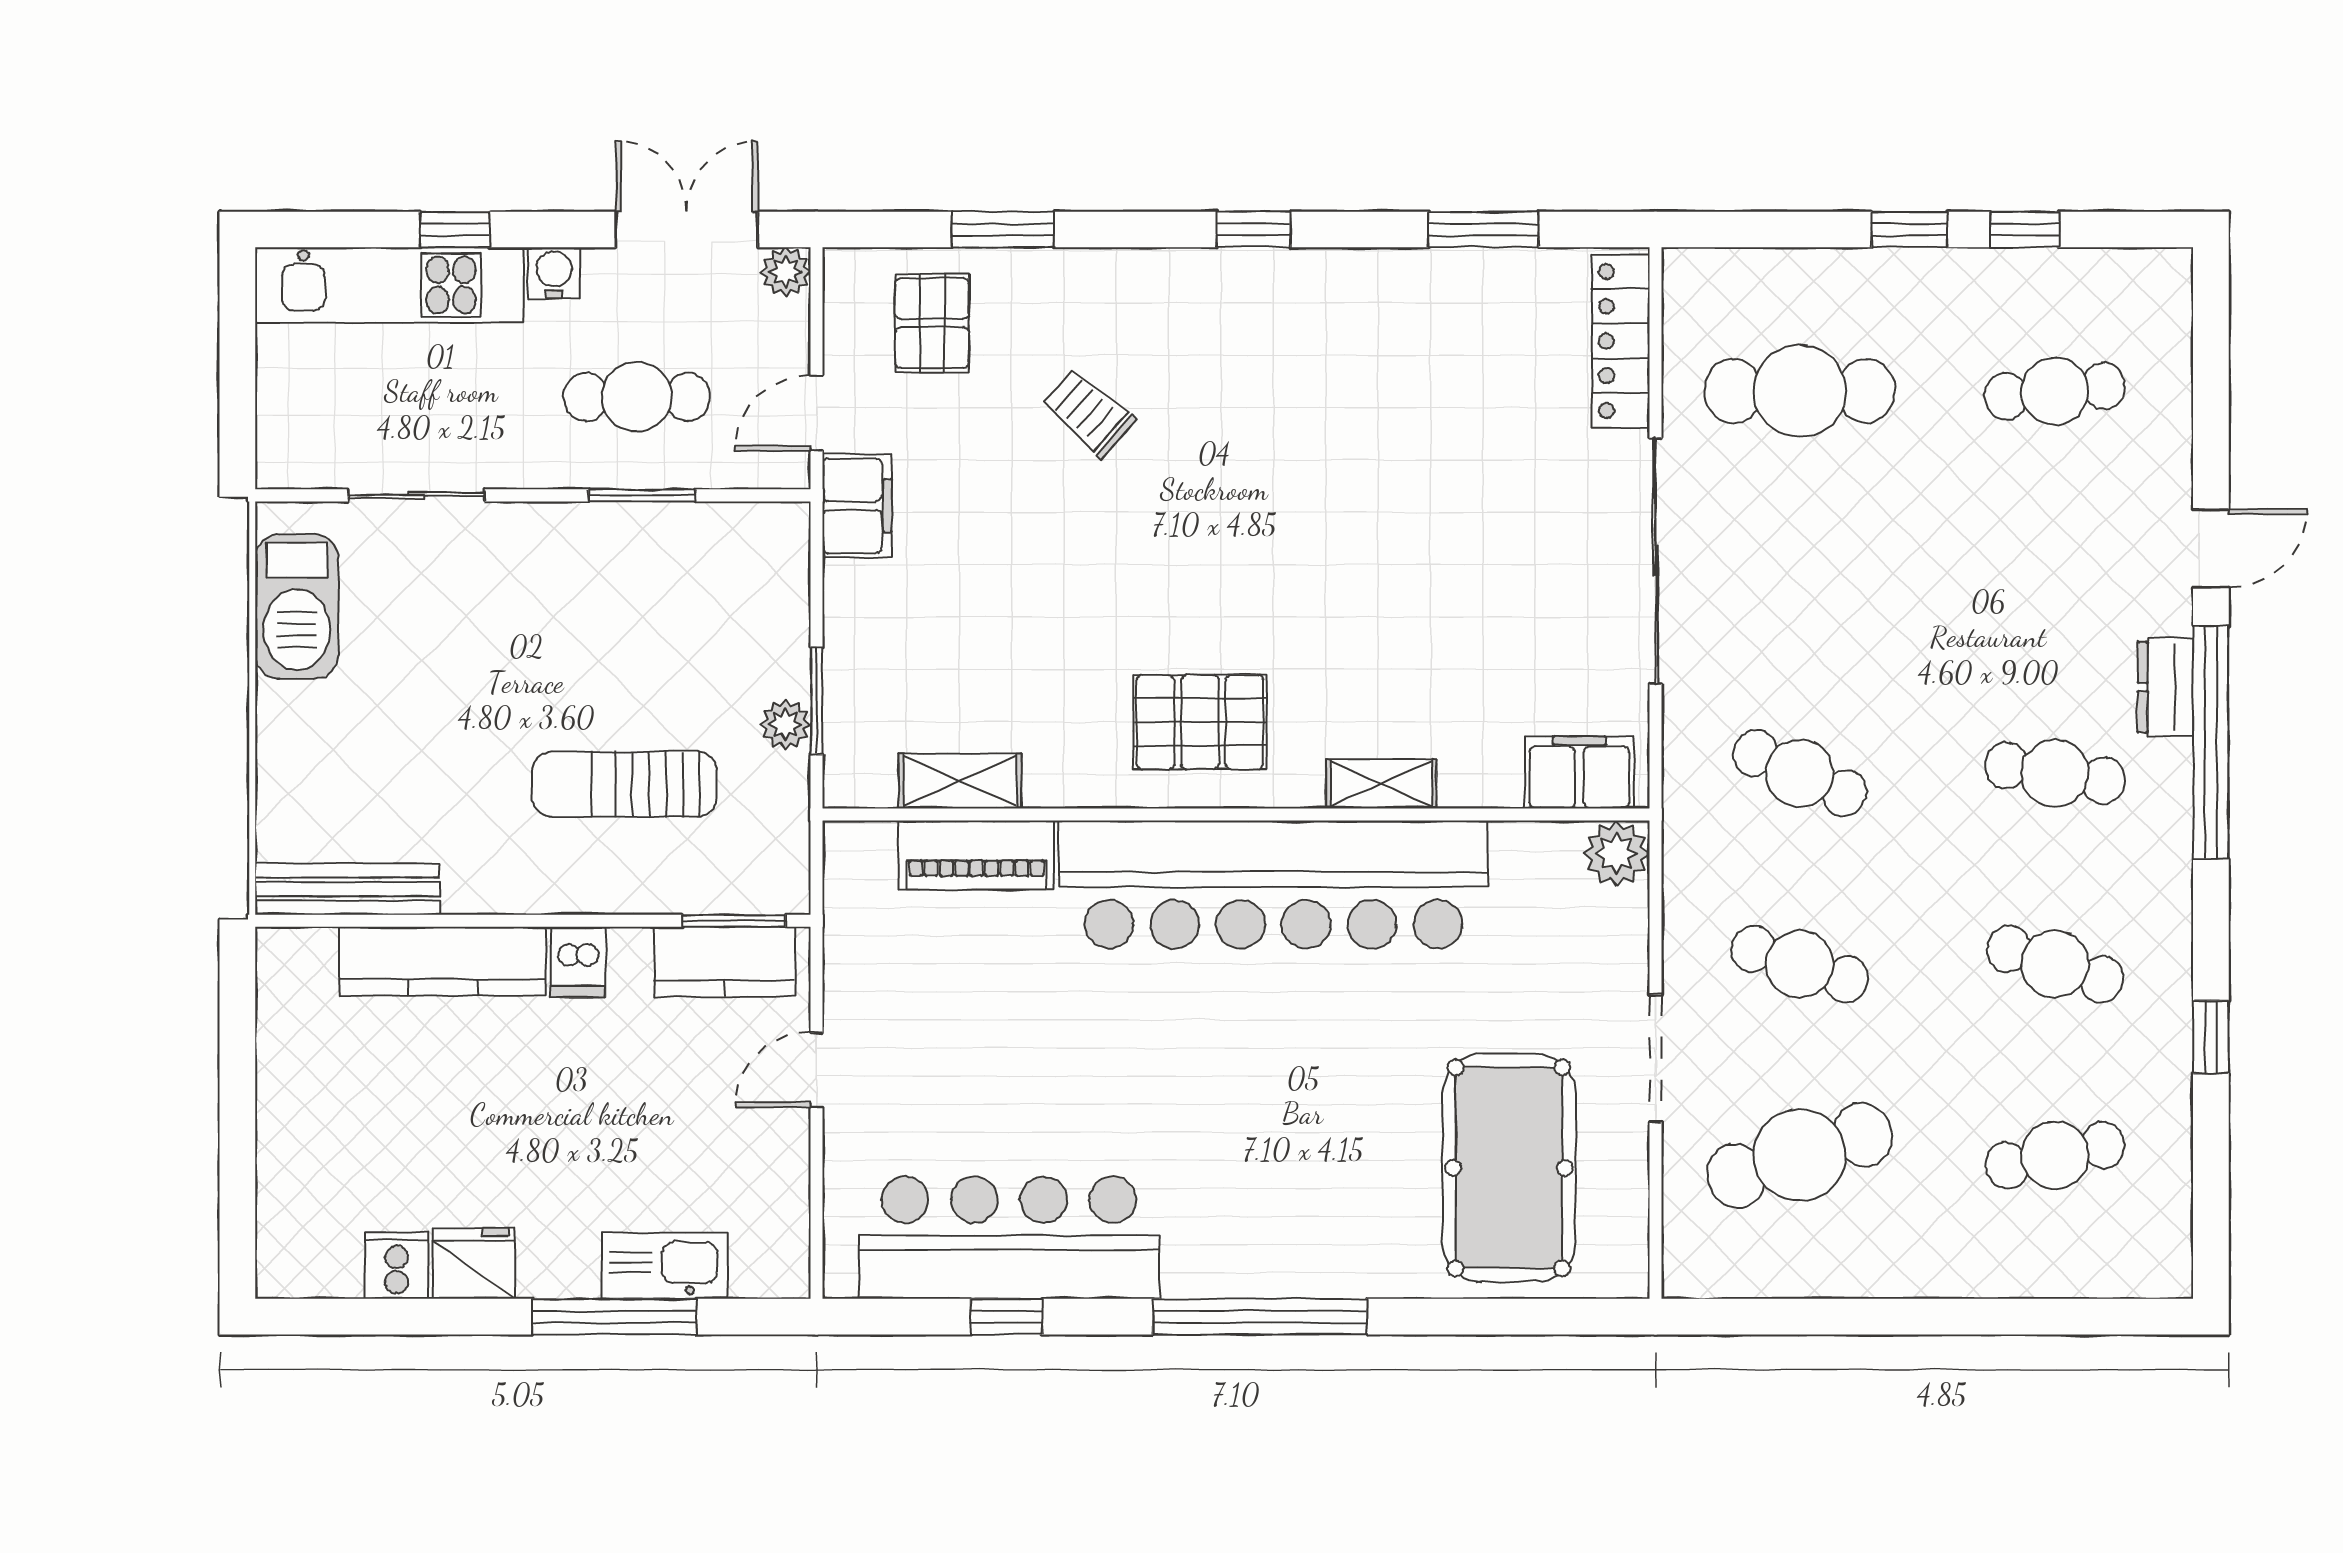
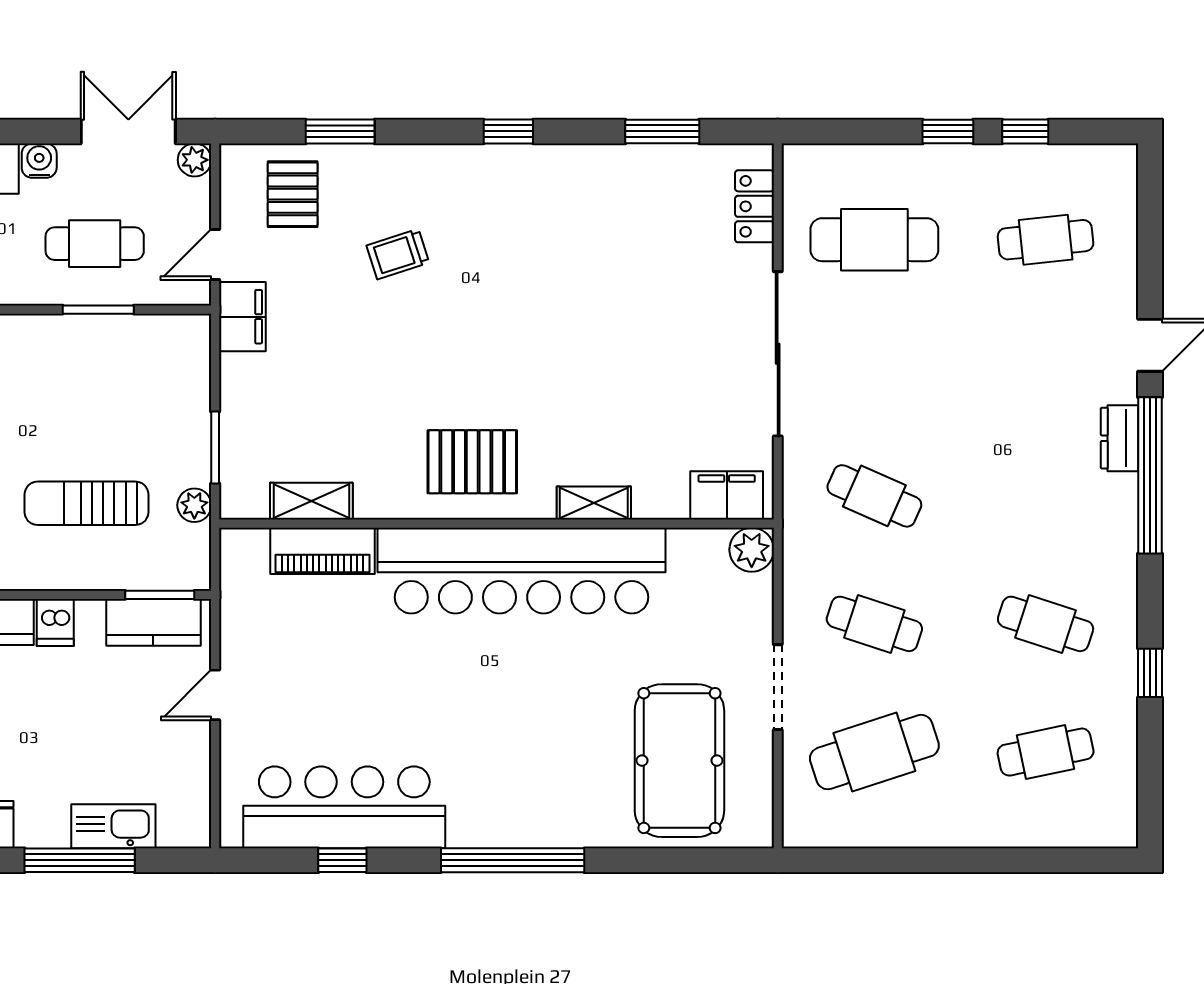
locker: (1621, 341) -> (754, 206), width x0.66
trolley: (1089, 412) -> (398, 254), turned -59
plant: (785, 724) -> (194, 505), moved
cafe table: (2055, 773) -> (1046, 496), removed

